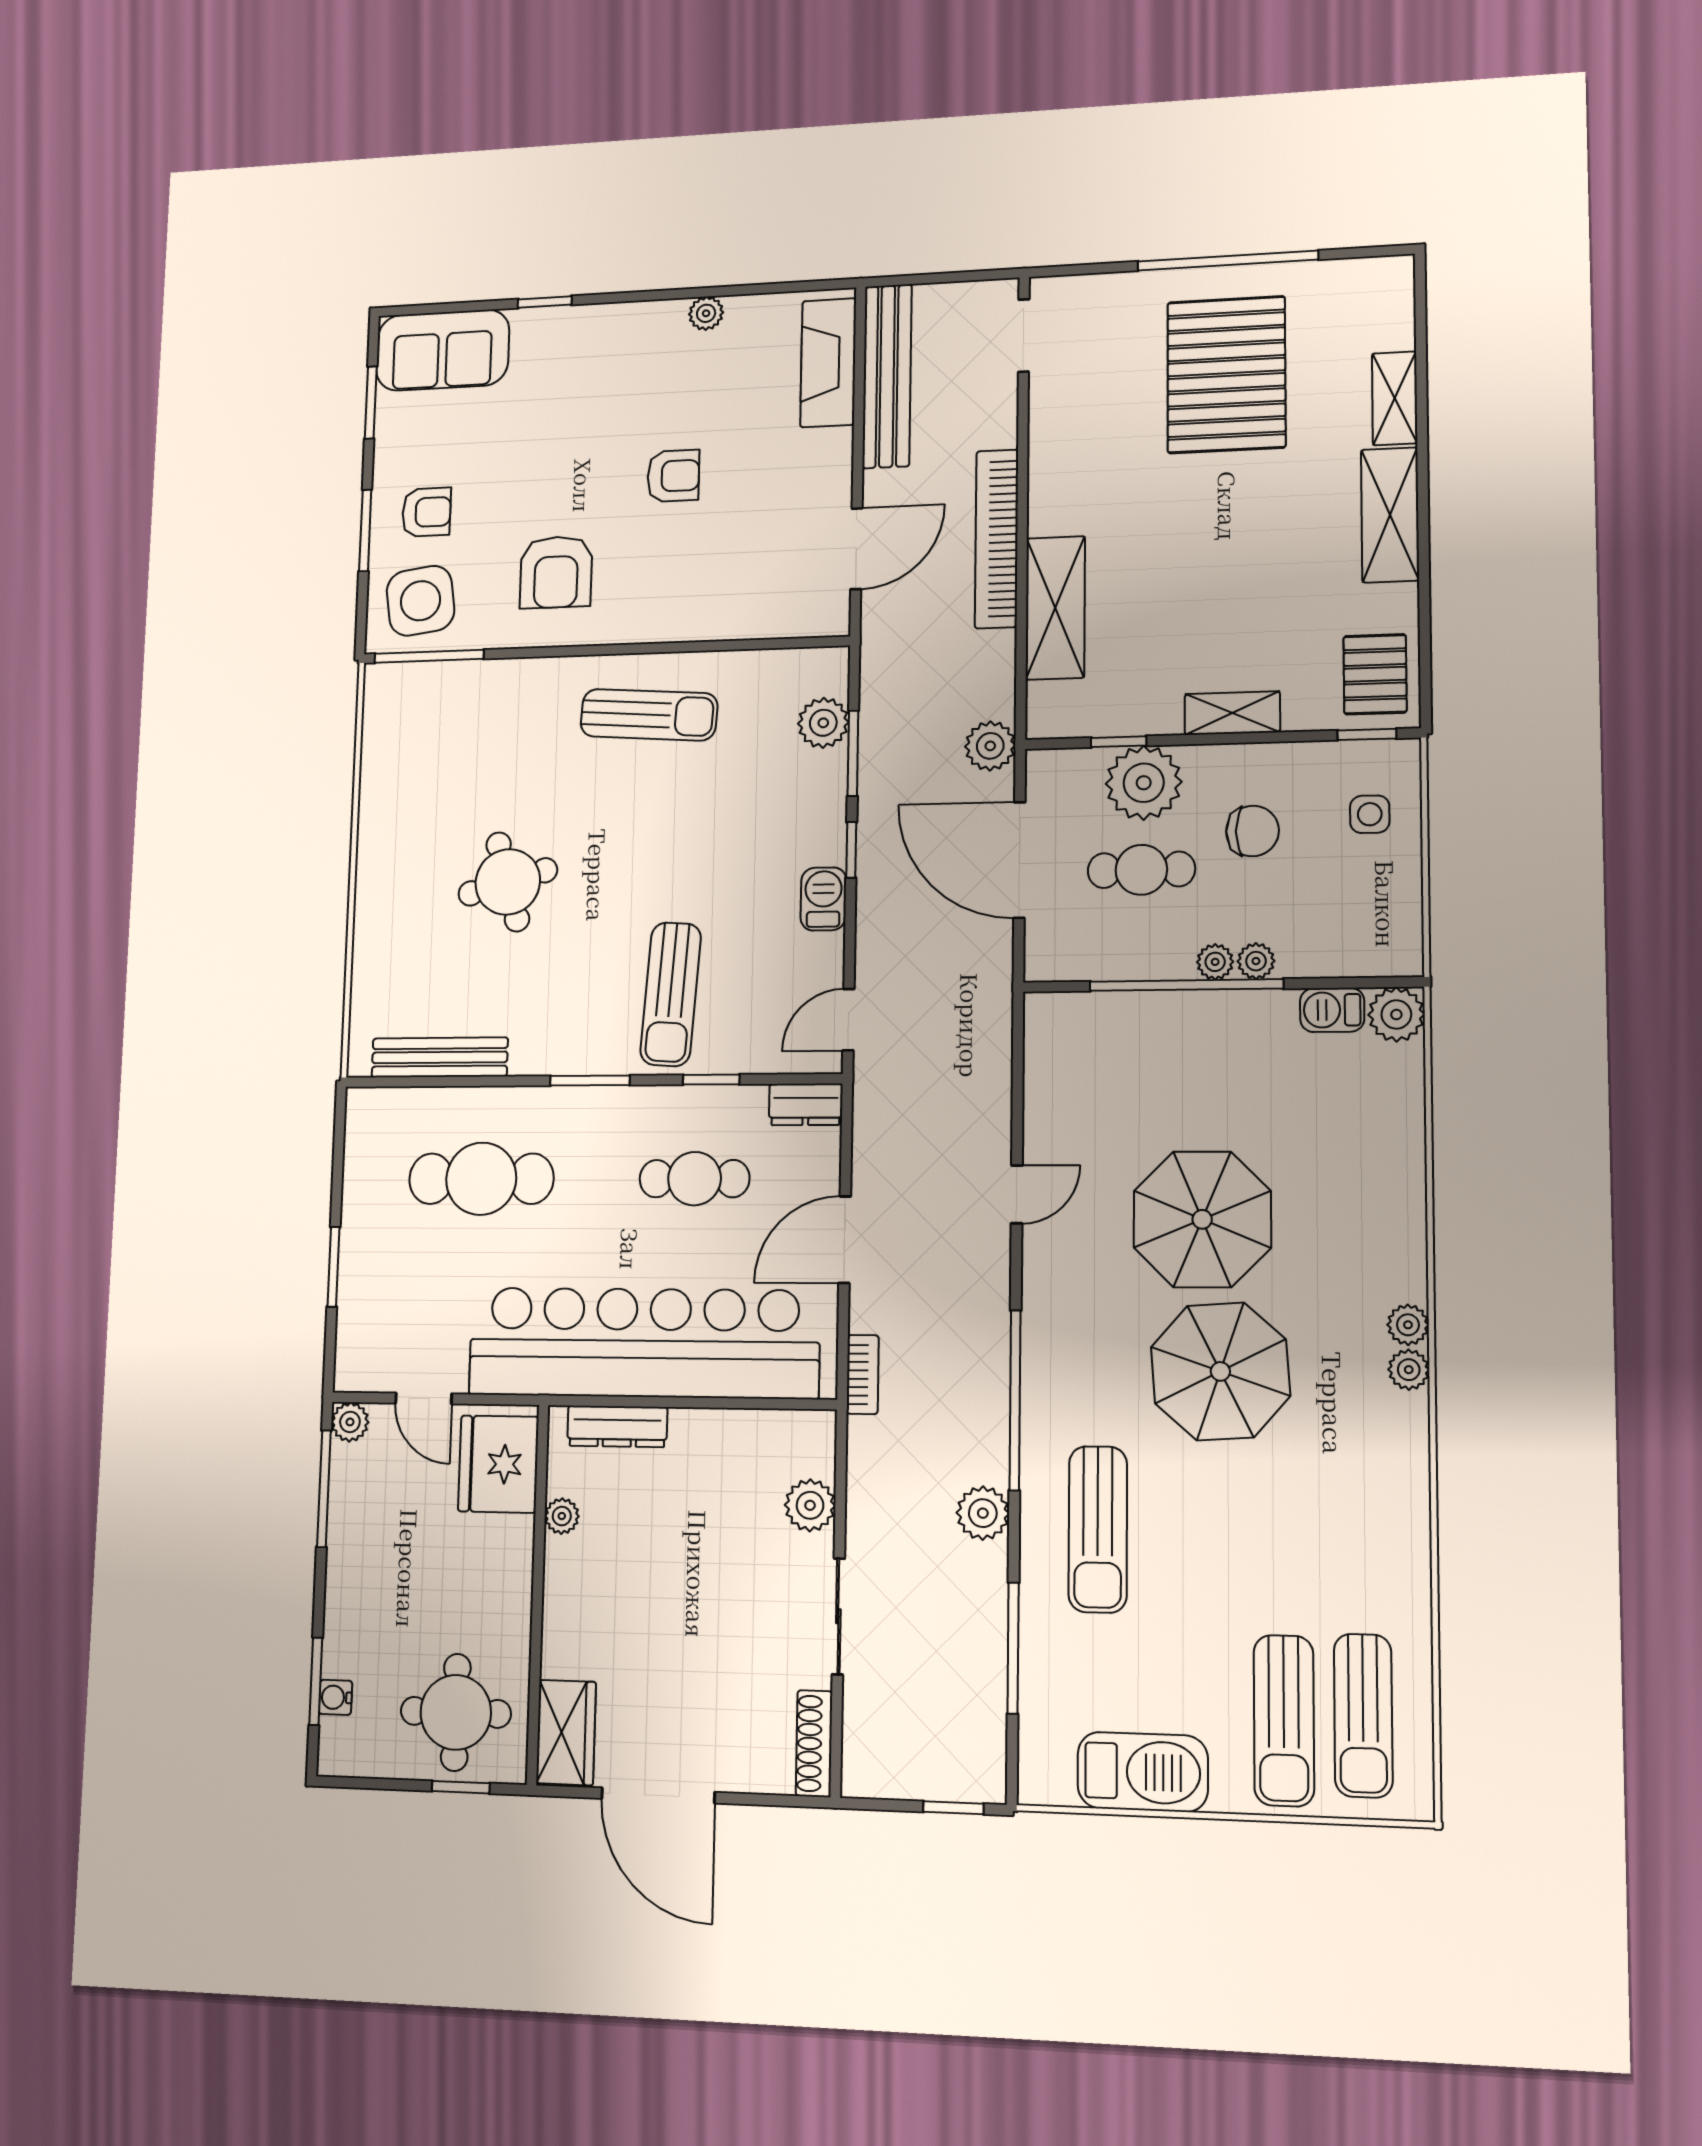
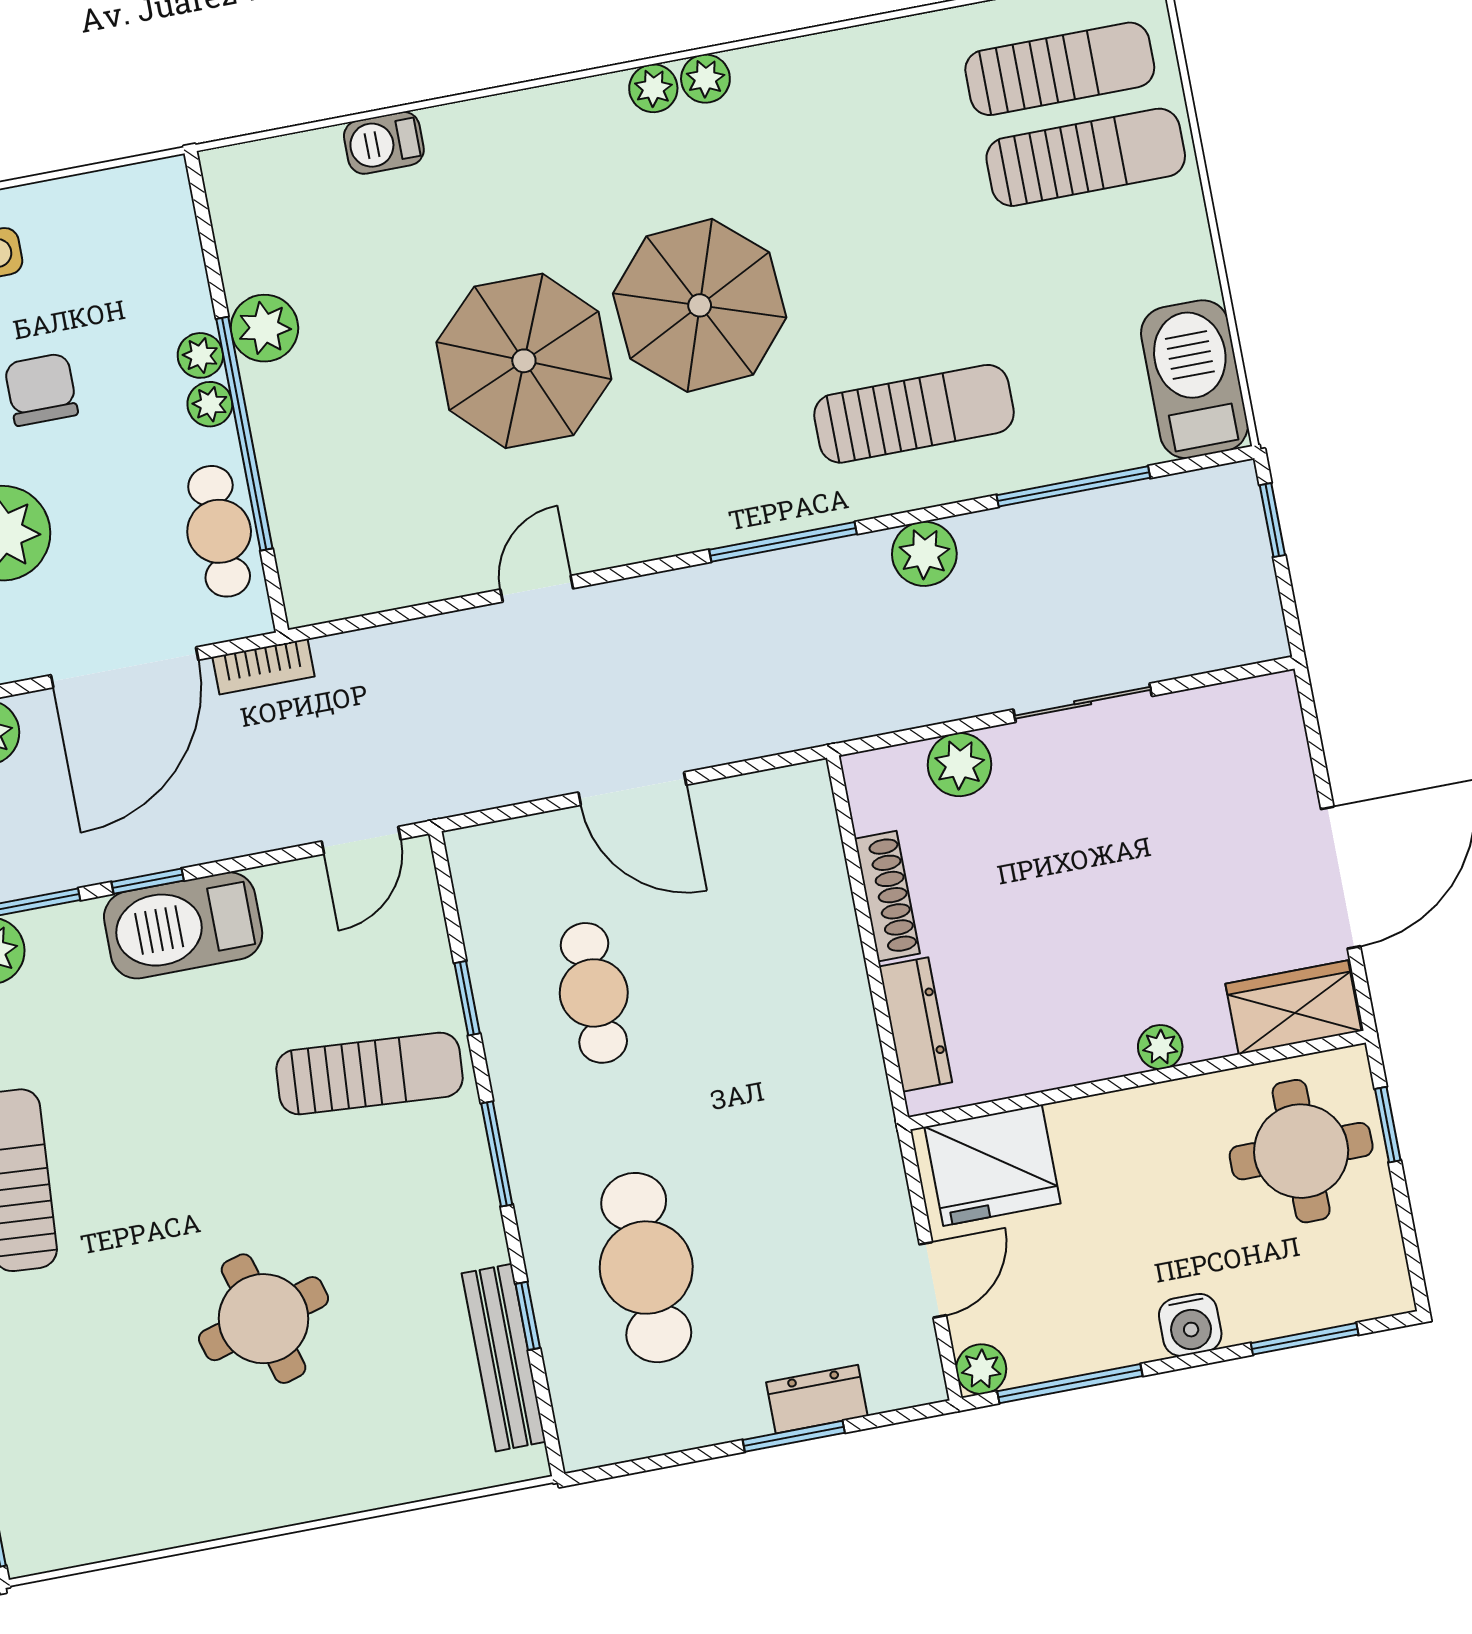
cafe table: (1141, 870) -> (219, 531), moved
barbecue: (823, 899) -> (183, 925), width x1.88, depth x1.53
barbecue: (1332, 1010) -> (384, 143), moved, turned 90
plant: (1396, 1014) -> (264, 328), moved
door: (848, 1020) -> (361, 840), hinge flipped
window: (466, 1081) -> (528, 1316), added
dresser: (806, 1104) -> (817, 1399), moved, turned -90
door: (1017, 1194) -> (537, 589), hinge flipped
plant: (1408, 1325) -> (705, 79), moved
bar counter: (643, 1343) -> (808, 1014), removed
bookcase: (863, 1375) -> (264, 667), moved, turned 180
window: (1015, 1400) -> (783, 542), width x0.68
plant: (562, 1516) -> (1160, 1047), moved
water cooler: (335, 1697) -> (1190, 1325), moved, width x1.38, depth x1.38
shoe rack: (814, 1744) -> (887, 896), moved, turned -90
barbecue: (1143, 1772) -> (1194, 379), moved

